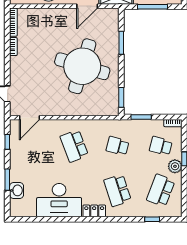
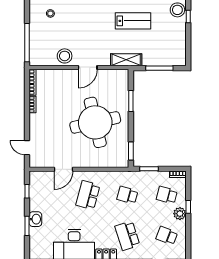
door: (87, 6) -> (88, 68), moved
round table: (82, 66) -> (95, 122), turned -30
door: (30, 118) -> (64, 169), moved
school desk: (74, 146) -> (88, 195), turned 36
washbasin: (17, 190) -> (35, 219), moved
school desk: (161, 190) -> (167, 236), width x0.54

